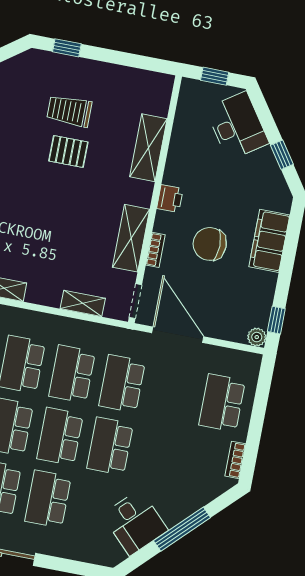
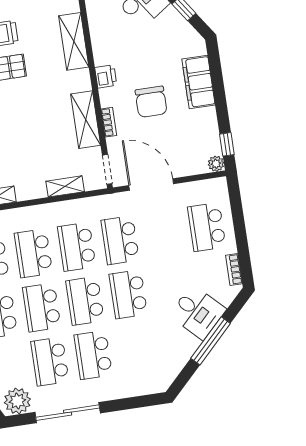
chair: (210, 244) -> (151, 102), turned -90
desk: (135, 522) -> (198, 312), moved

